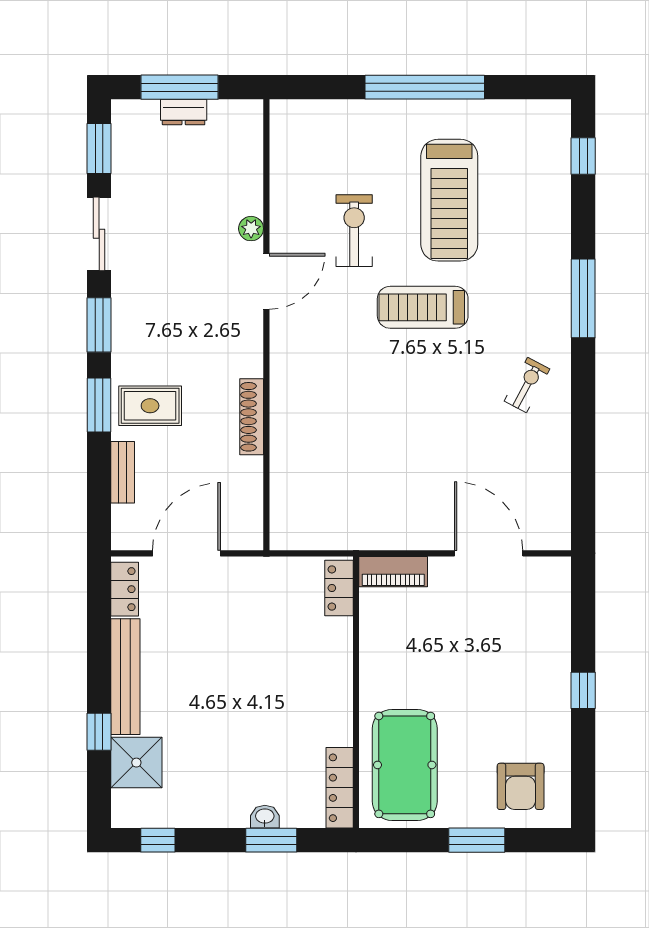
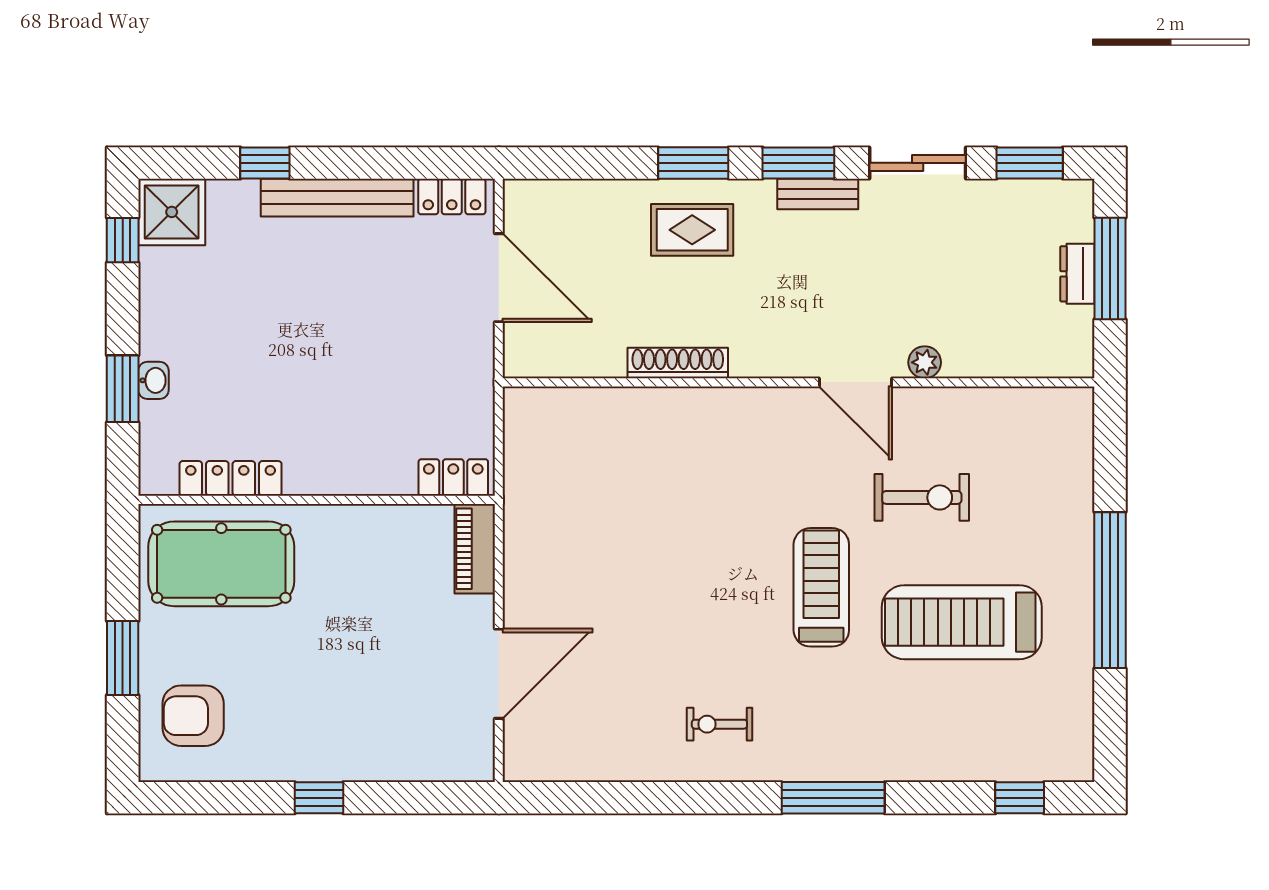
exercise bike: (527, 385) -> (719, 724), turned 152
rug: (150, 406) -> (692, 230), turned 90
bench: (123, 472) -> (818, 194), moved
shower: (136, 763) -> (172, 212), moved
locker: (340, 788) -> (231, 478), moved

